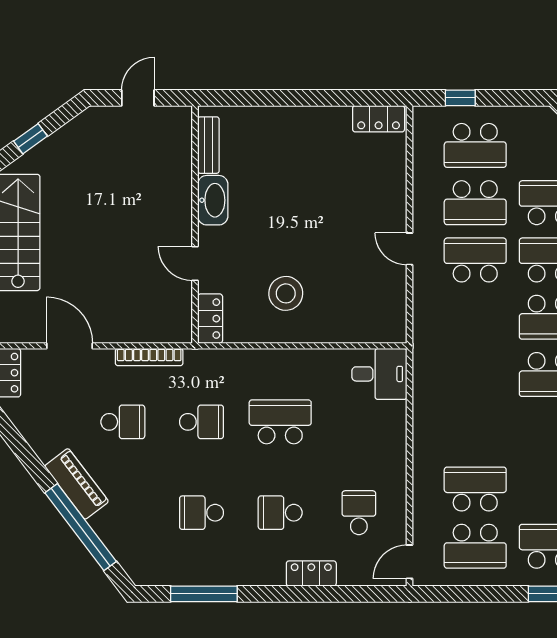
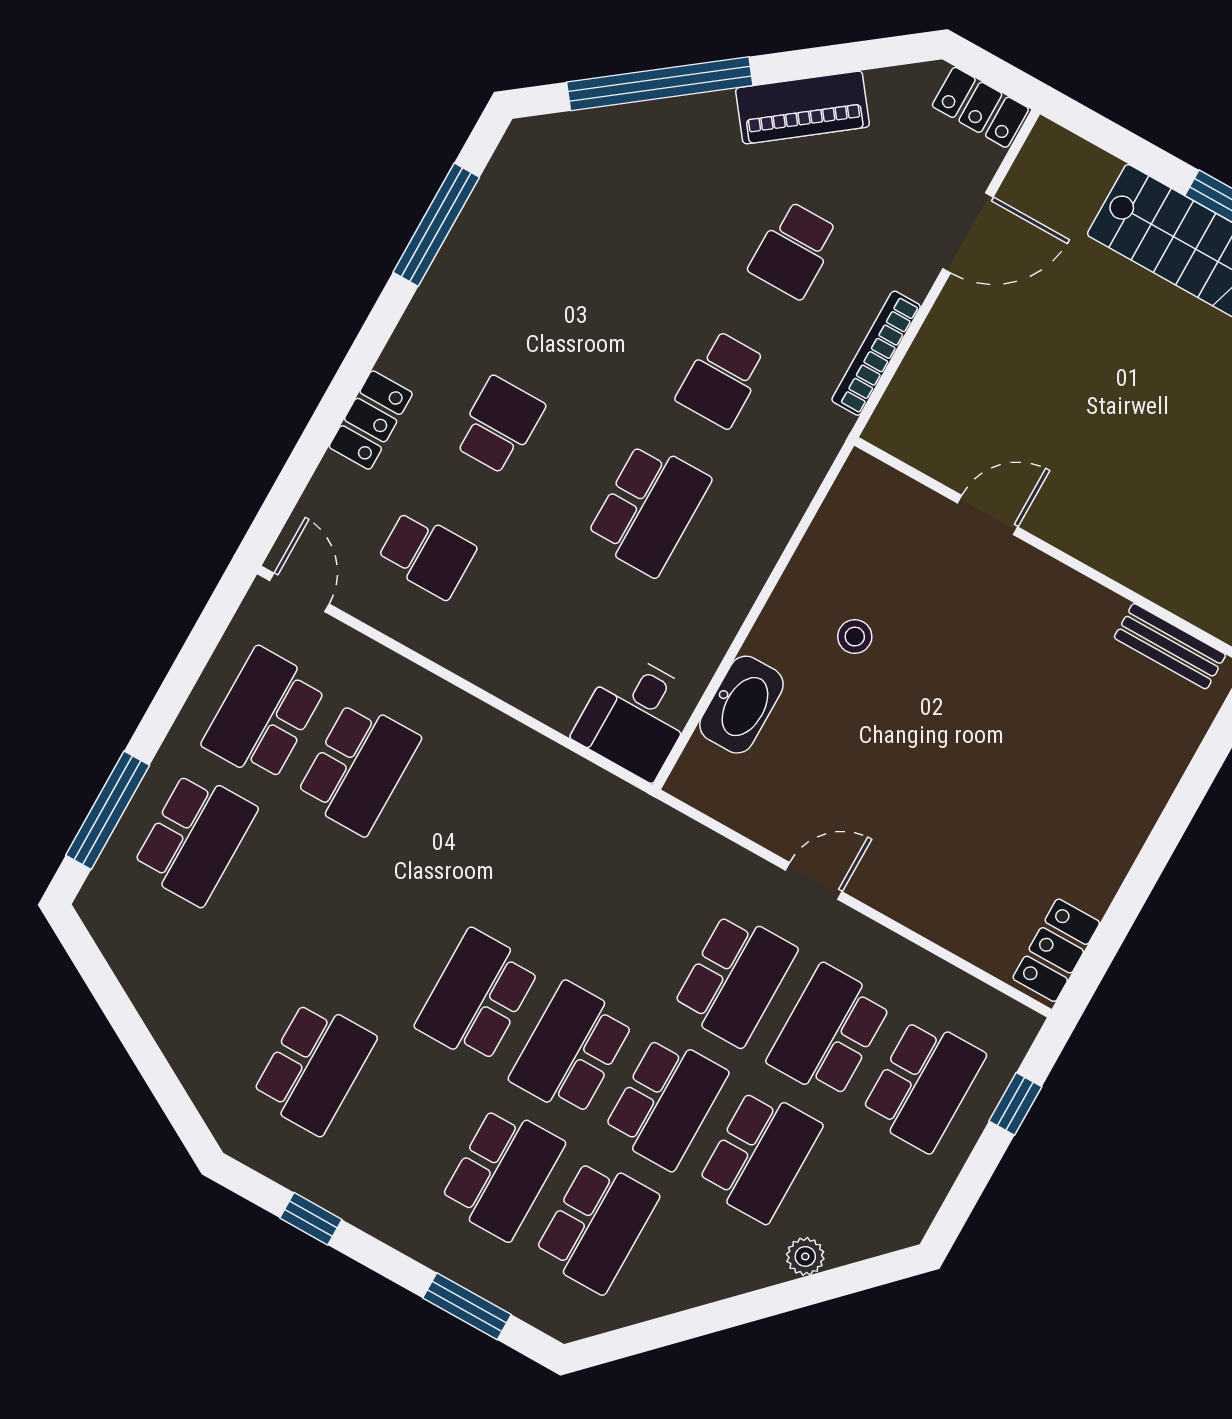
school desk: (475, 145) -> (923, 1085), turned 180
washbasin: (213, 200) -> (741, 705), moved, turned -90
stool: (286, 293) -> (855, 637), width x0.53, depth x0.53
locker: (210, 319) -> (883, 489), removed
piano: (77, 484) -> (803, 107), moved
school desk: (201, 513) -> (572, 296), removed

